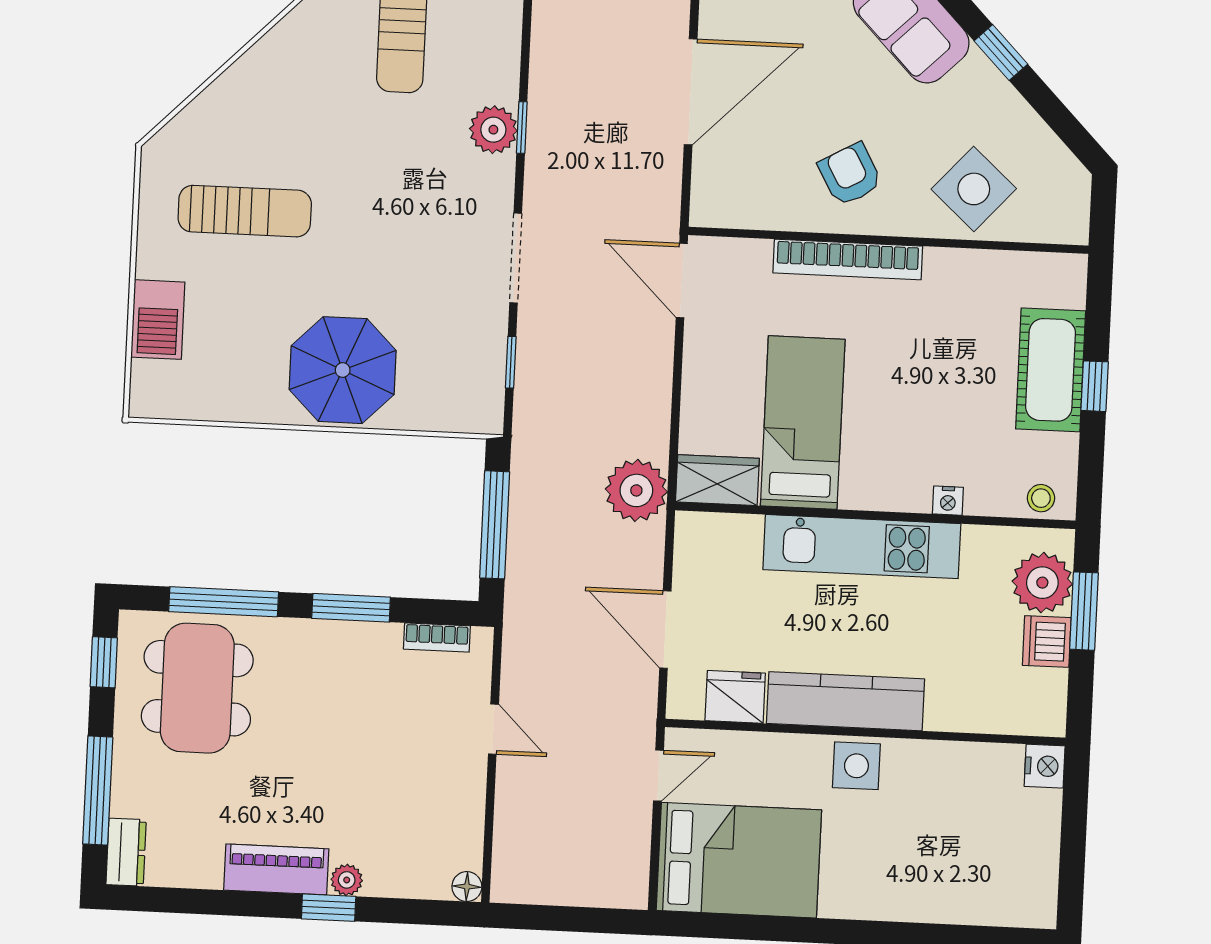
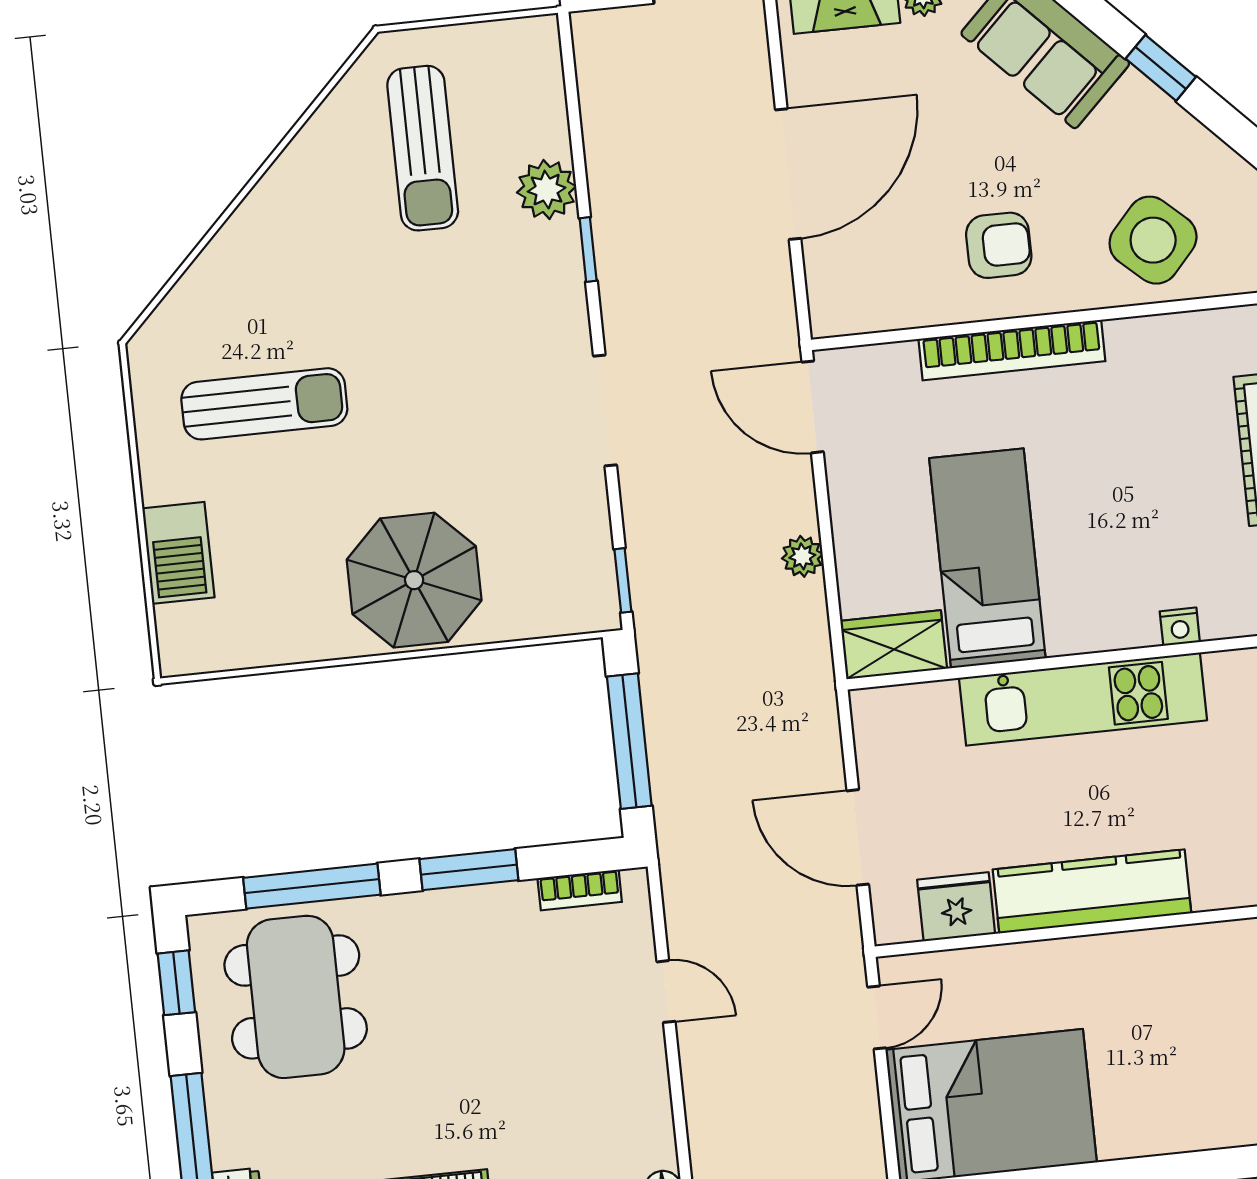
plant: (493, 130) -> (547, 190), moved
armchair: (850, 174) -> (999, 245), turned 119
window: (511, 362) -> (623, 580), moved
plant: (636, 490) -> (802, 556), moved, width x0.53, depth x0.53
side table: (856, 766) -> (1117, 968), removed

